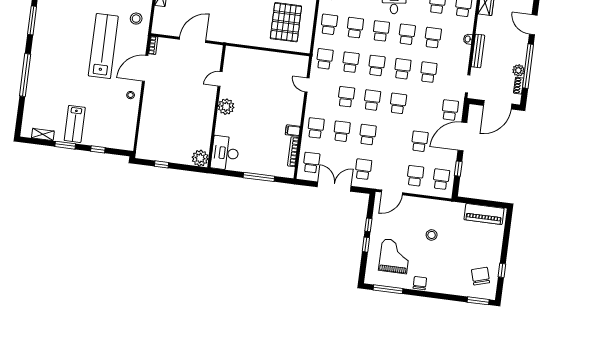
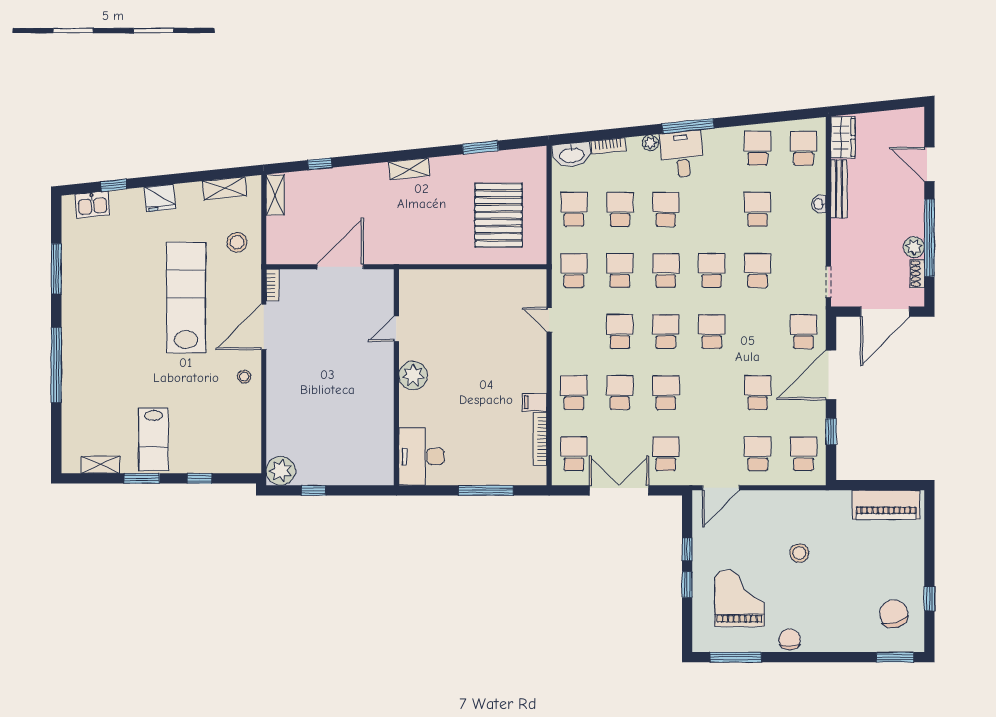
school desk: (407, 34) -> (712, 209), removed
bench: (478, 51) -> (839, 189), moved
plant: (200, 158) -> (281, 471), moved

